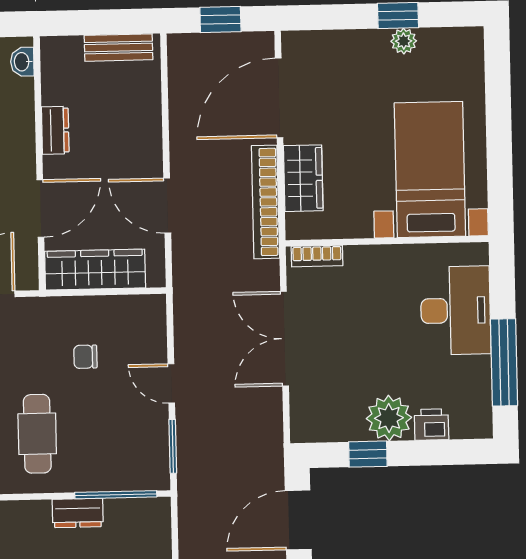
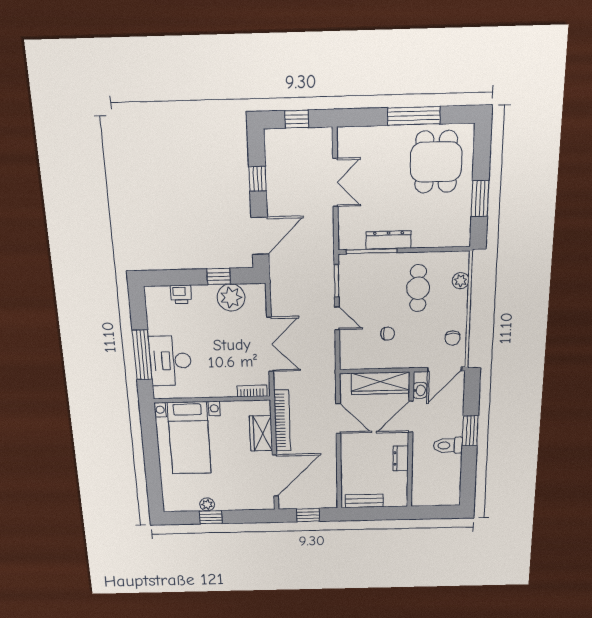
washbasin: (22, 62) -> (420, 390), moved
window: (504, 362) -> (142, 355), moved
plant: (389, 418) -> (231, 298), moved
dresser: (78, 513) -> (388, 240), width x1.44

